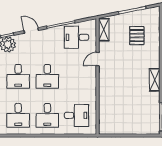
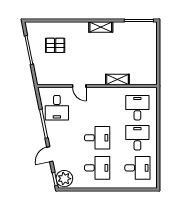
shelving: (104, 30) -> (117, 79), moved
desk: (47, 115) -> (137, 138), turned -90

